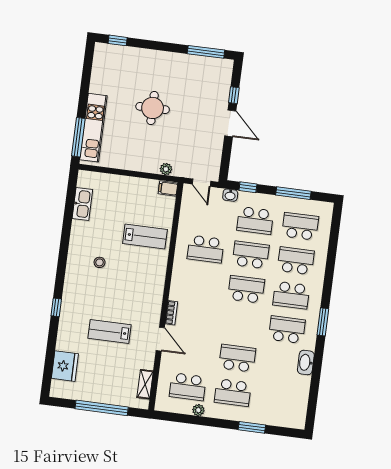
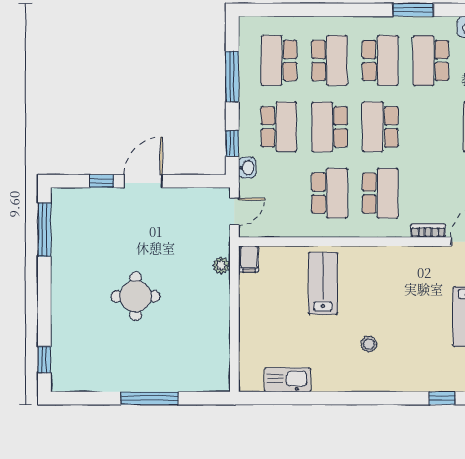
kitchen unit: (93, 128) -> (175, 378), removed
window: (78, 137) -> (150, 398), moved
school desk: (296, 261) -> (330, 61), turned 180
school desk: (201, 283) -> (380, 193), added

